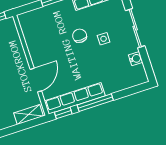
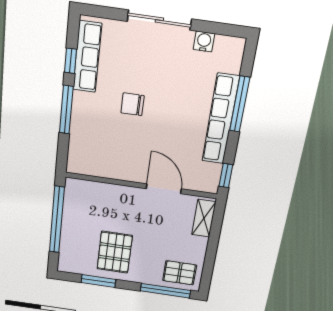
side table: (104, 39) -> (153, 73), removed
row of seats: (75, 98) -> (221, 119), moved
window: (95, 103) -> (240, 104), moved

